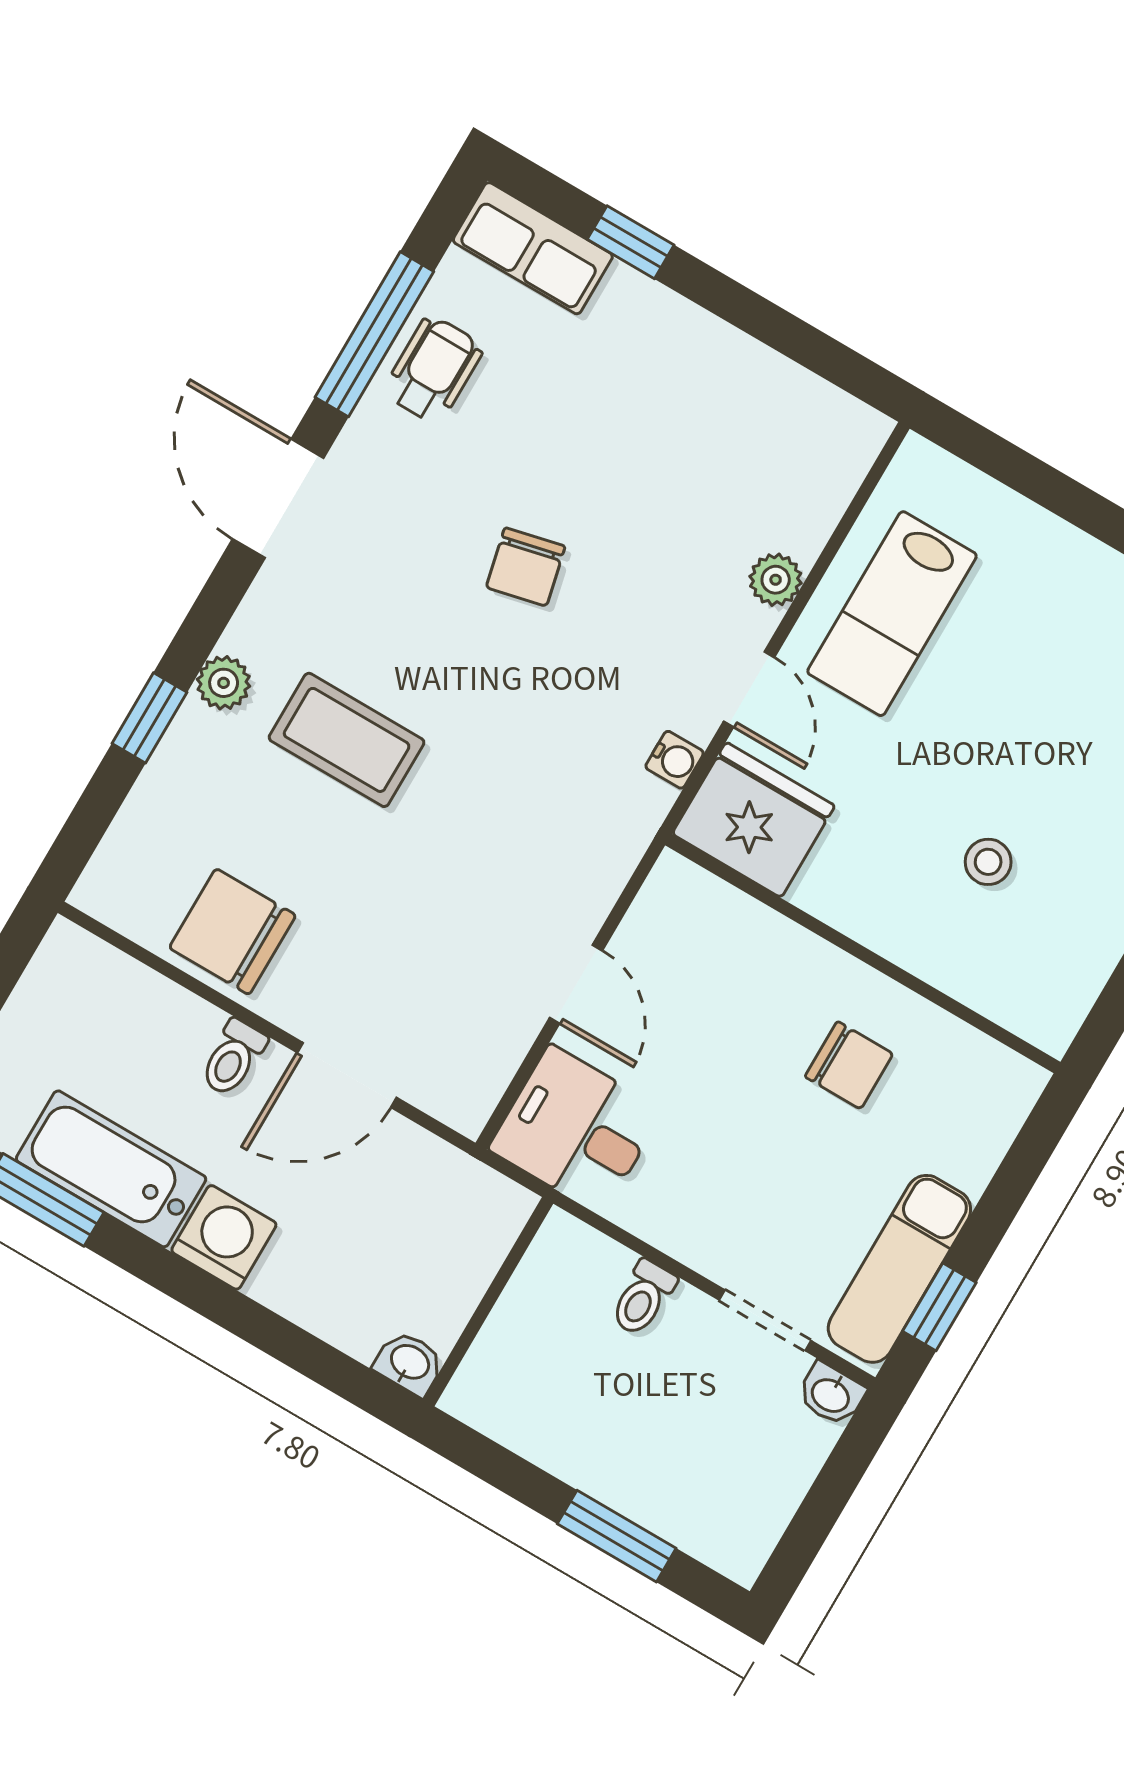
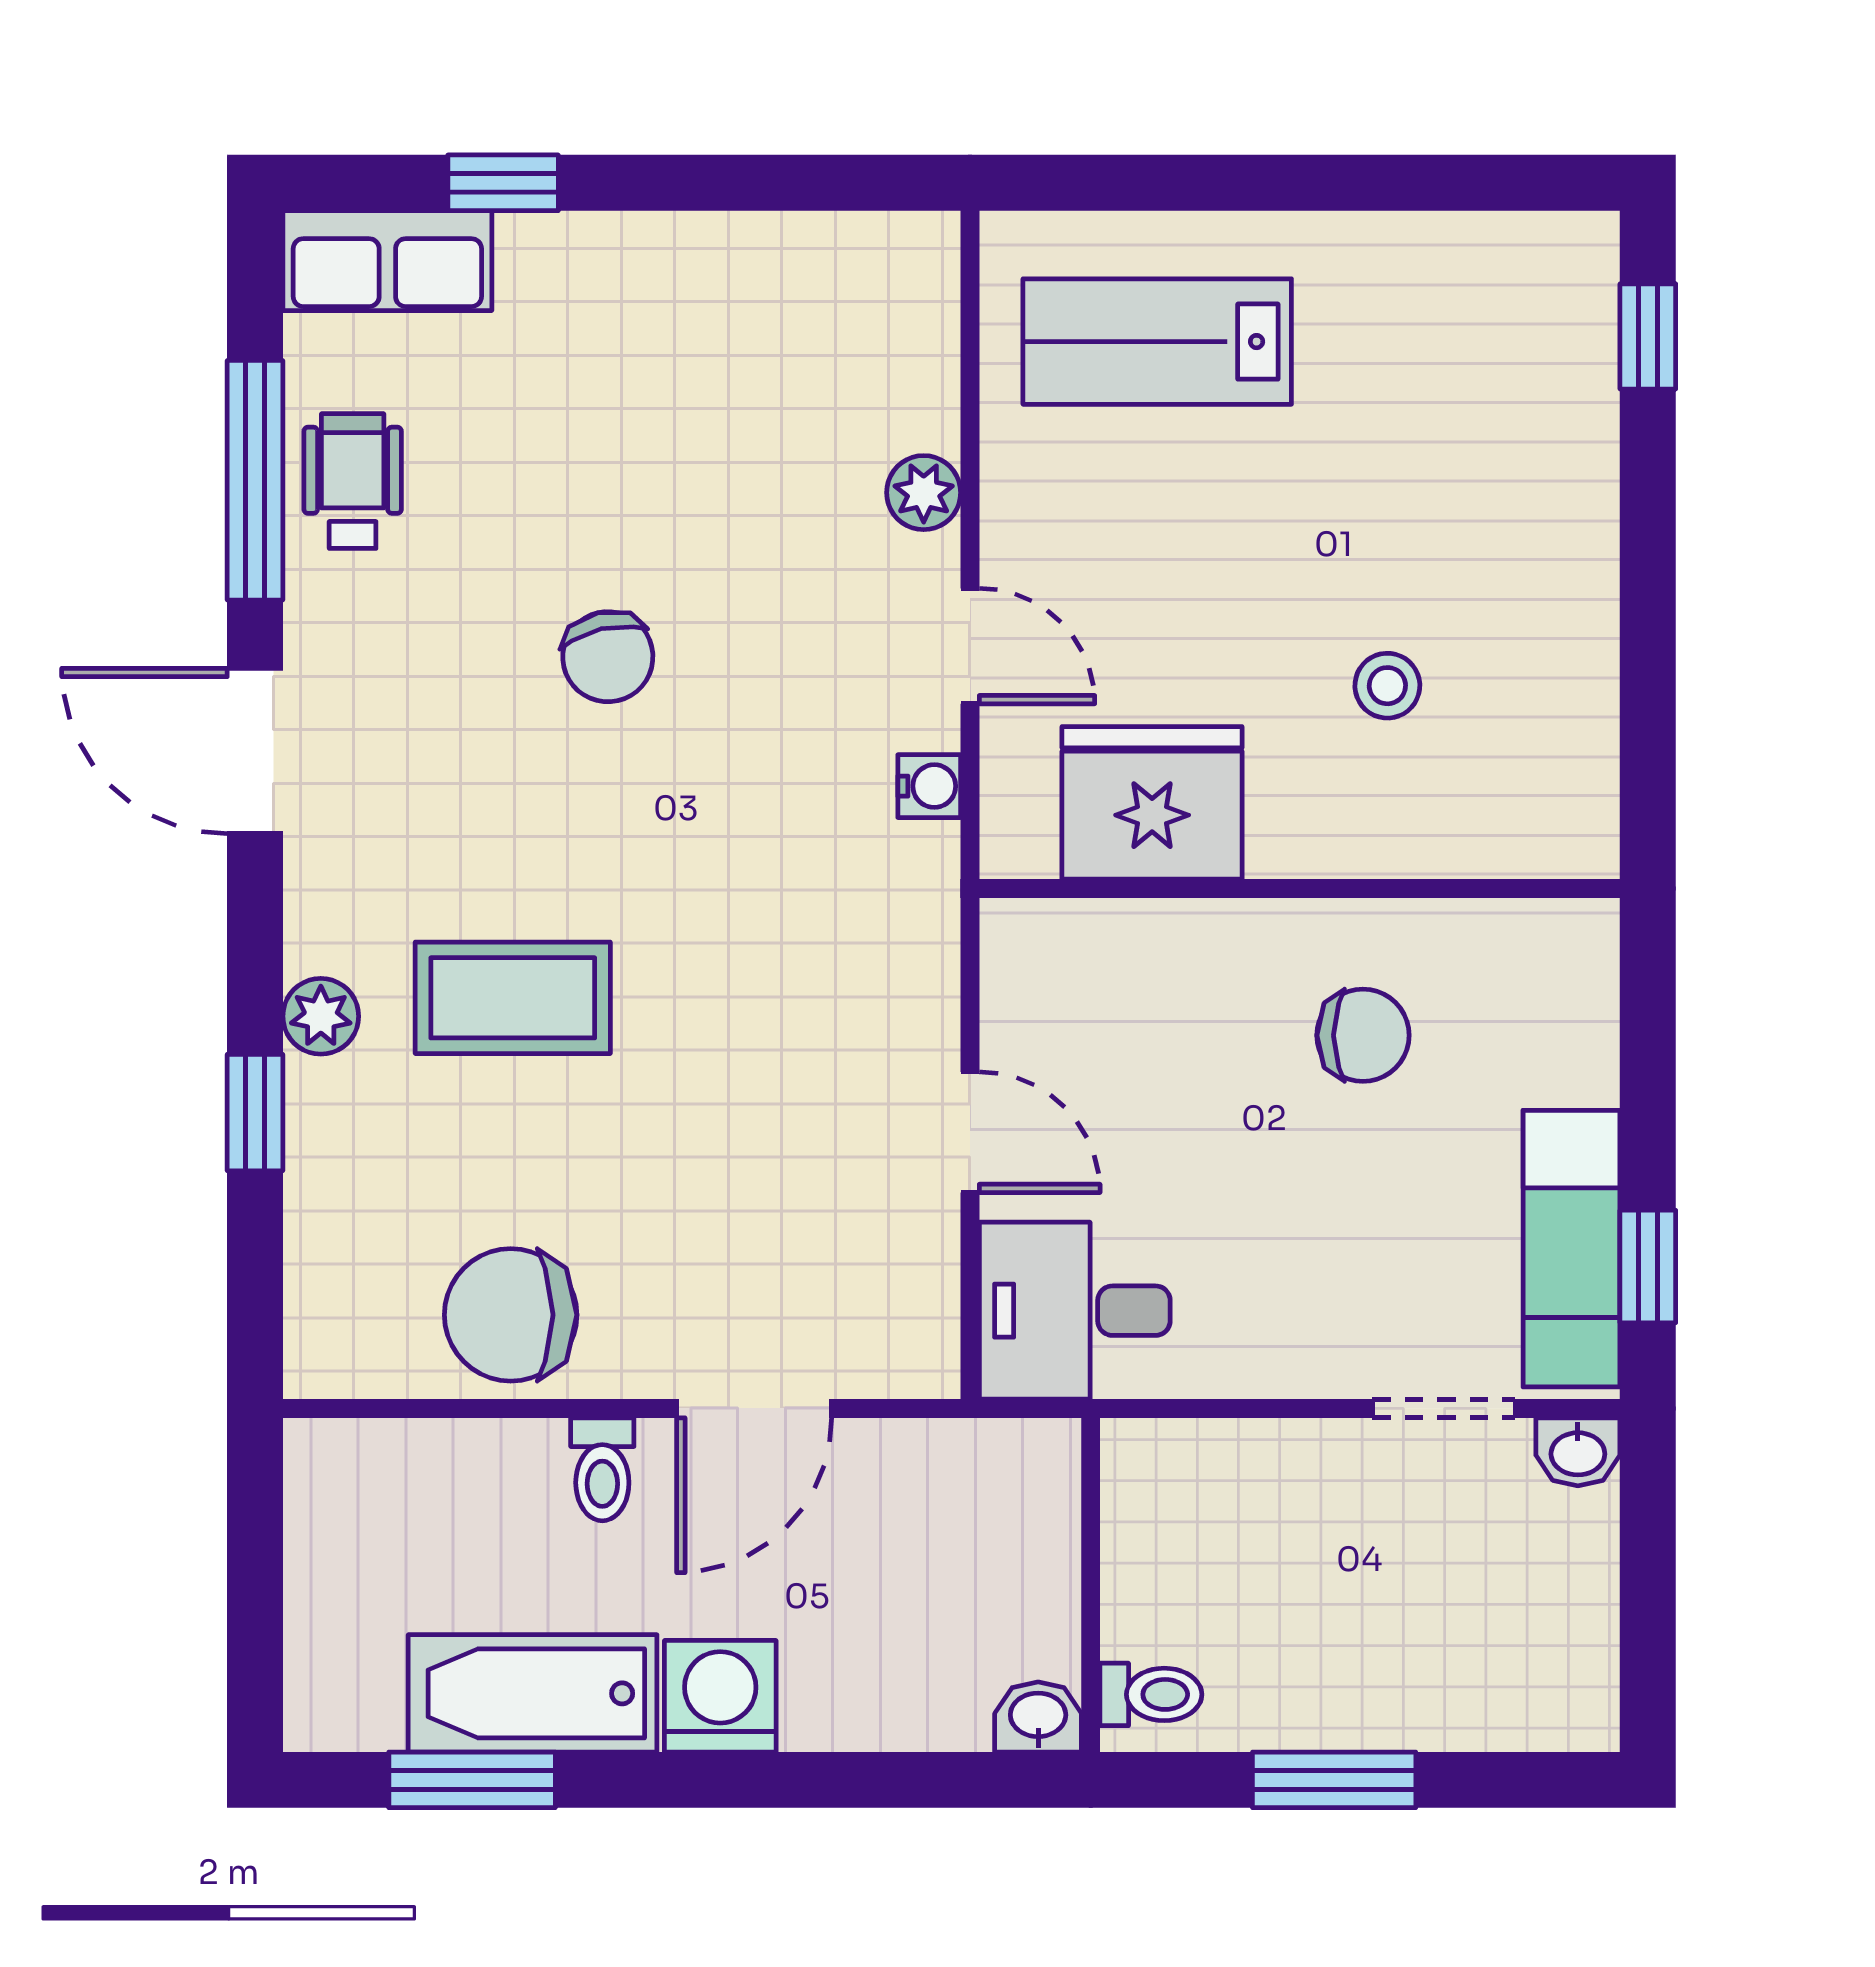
lab bench: (892, 614) -> (1157, 342), moved, turned 90
fridge: (754, 820) -> (1152, 803), moved
toilet: (643, 1298) -> (1151, 1694), moved, turned -90
window: (617, 1536) -> (1334, 1780), moved

